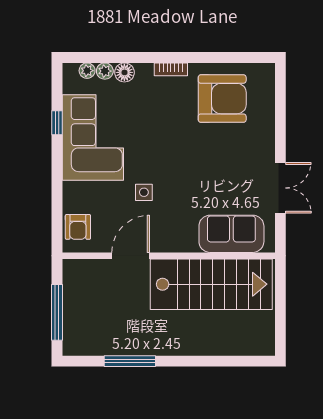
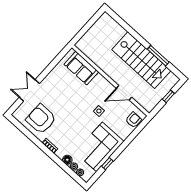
double door: (280, 188) -> (29, 90), moved
stairs: (211, 284) -> (141, 60), moved, turned 180
window: (57, 312) -> (168, 96), width x0.46

